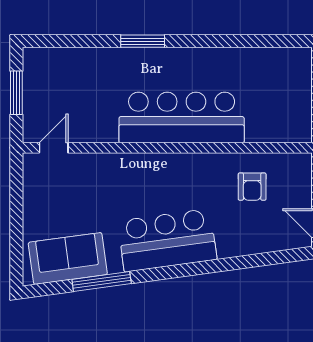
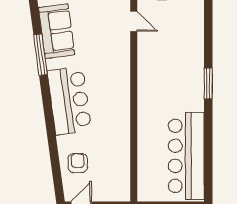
bar counter: (182, 117) -> (186, 156), moved, turned 180
armchair: (252, 187) -> (78, 163), moved, turned 90

